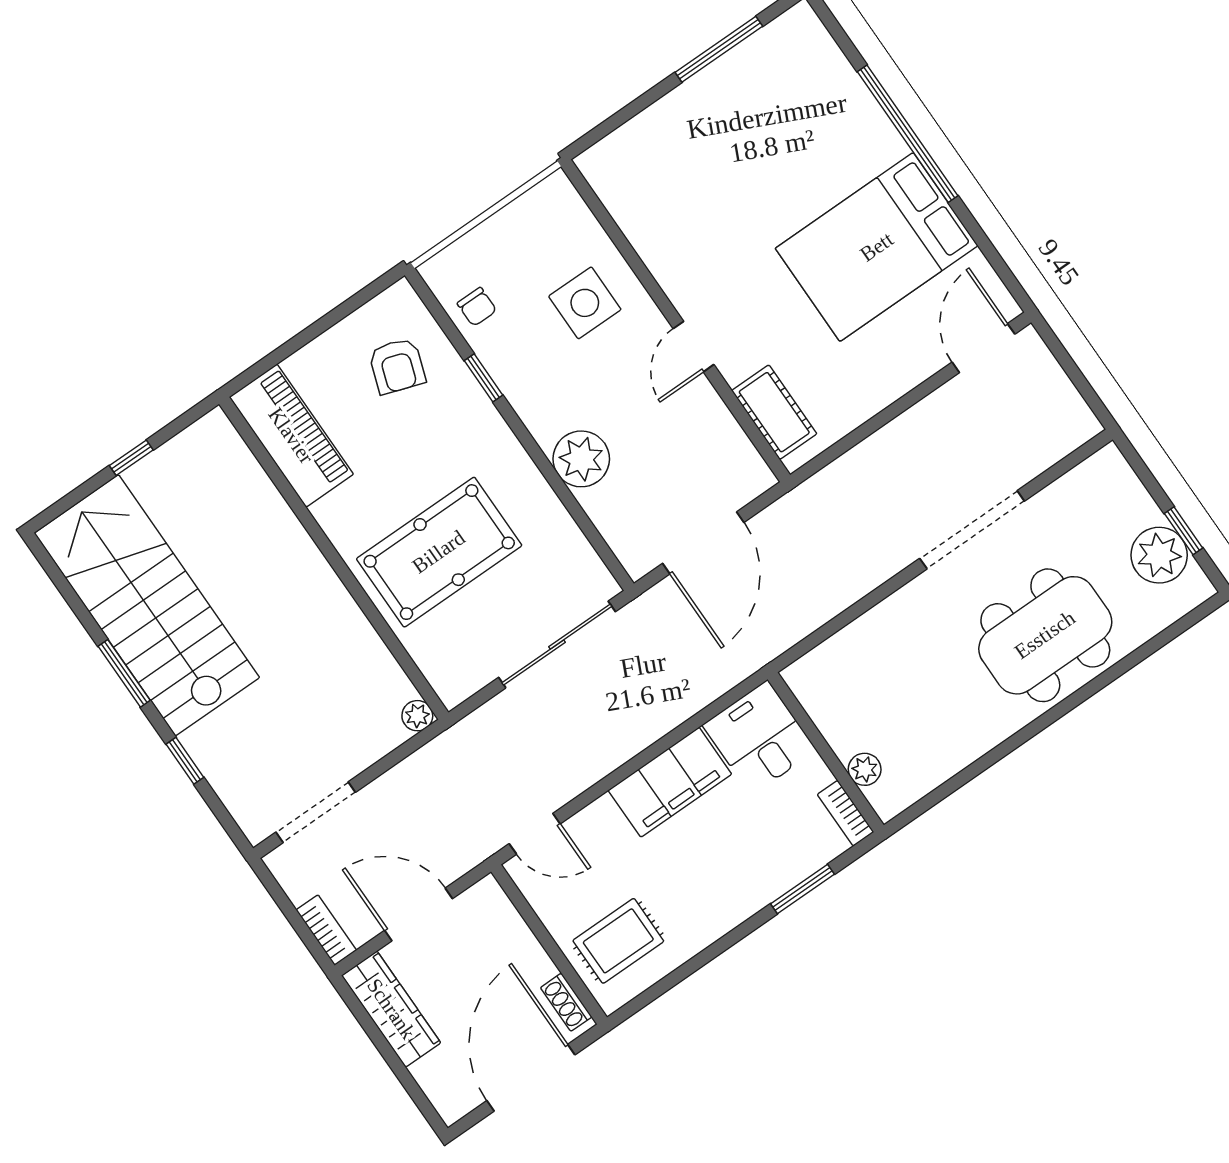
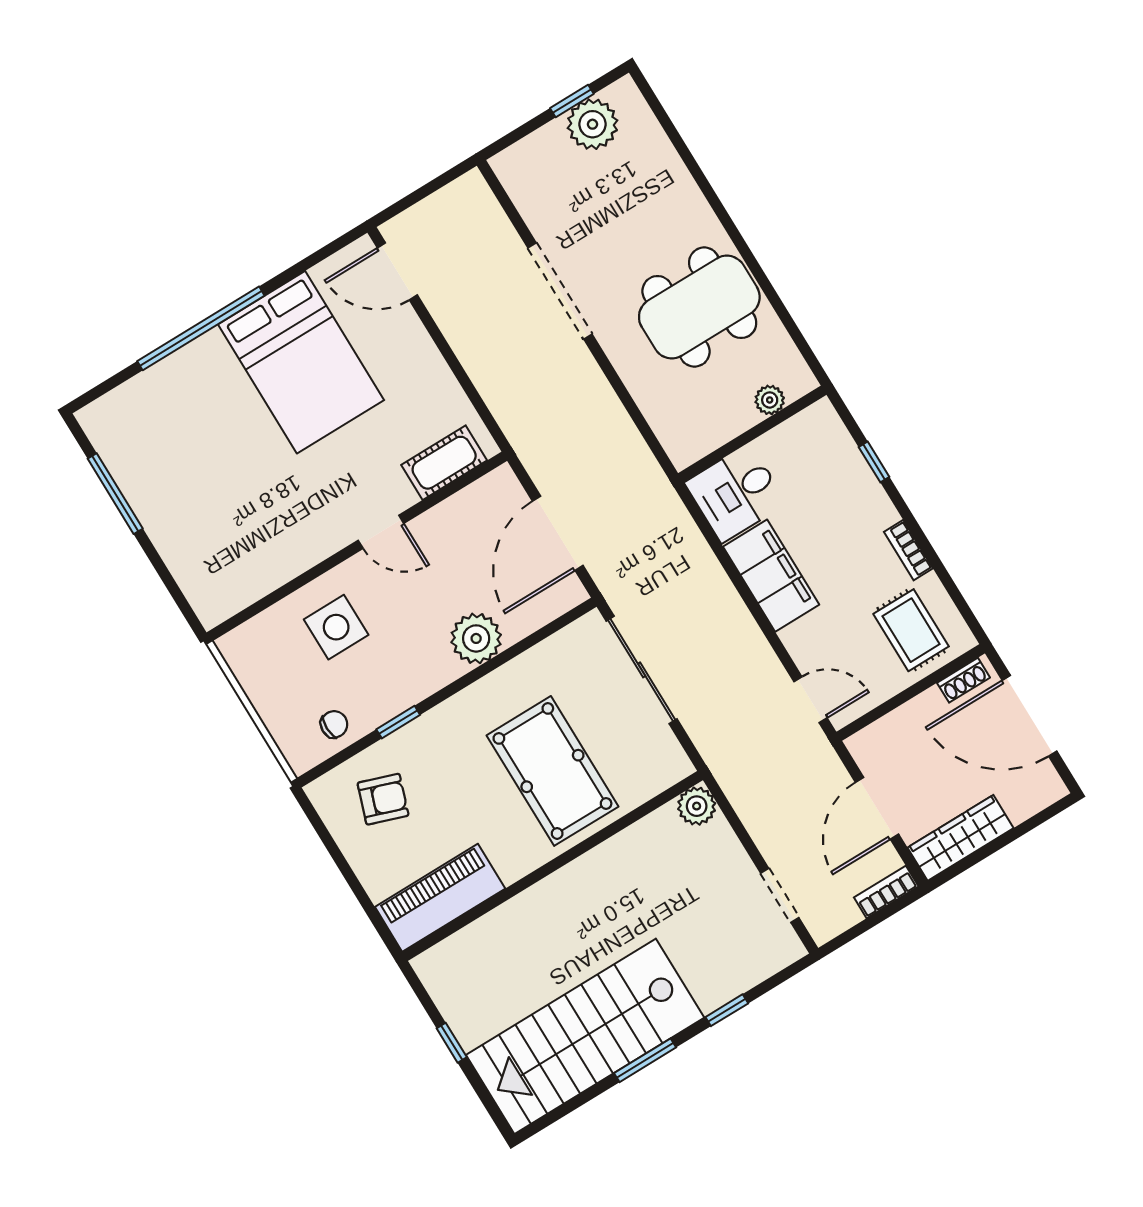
door: (703, 543) -> (558, 533), swing flipped
dining table: (1045, 635) -> (699, 307), moved, turned 90
plant: (417, 716) -> (697, 806), width x1.38, depth x1.38
doorway: (316, 812) -> (780, 895), width x0.73
bookcase: (846, 813) -> (908, 550), moved, turned 90
door: (535, 834) -> (810, 700), hinge flipped
window: (803, 889) -> (874, 462), width x0.67

